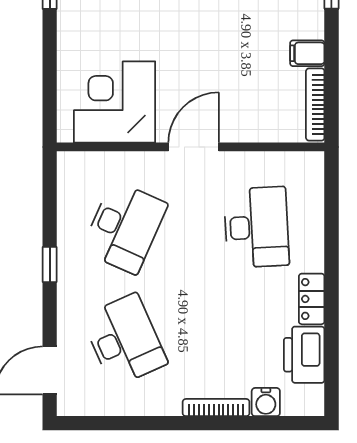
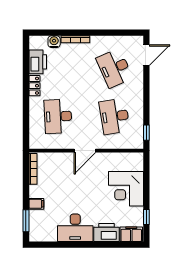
filing cabinet: (307, 53) -> (36, 204), moved
corner desk: (115, 102) -> (126, 189), moved, turned 90
desk: (125, 227) -> (114, 116), turned -33
window: (50, 264) -> (146, 133), moved

